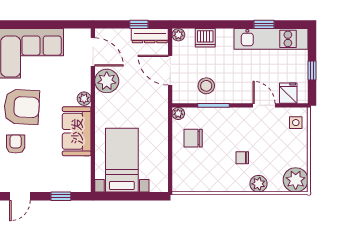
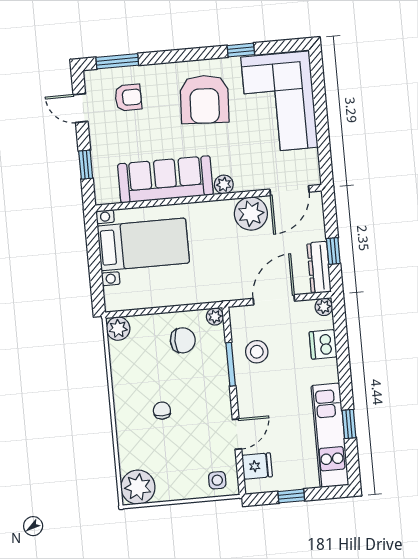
sofa: (77, 131) -> (165, 179), width x1.36
chair: (193, 138) -> (183, 340), turned 90
armchair: (16, 144) -> (128, 98), moved
plant: (258, 184) -> (118, 329), moved

